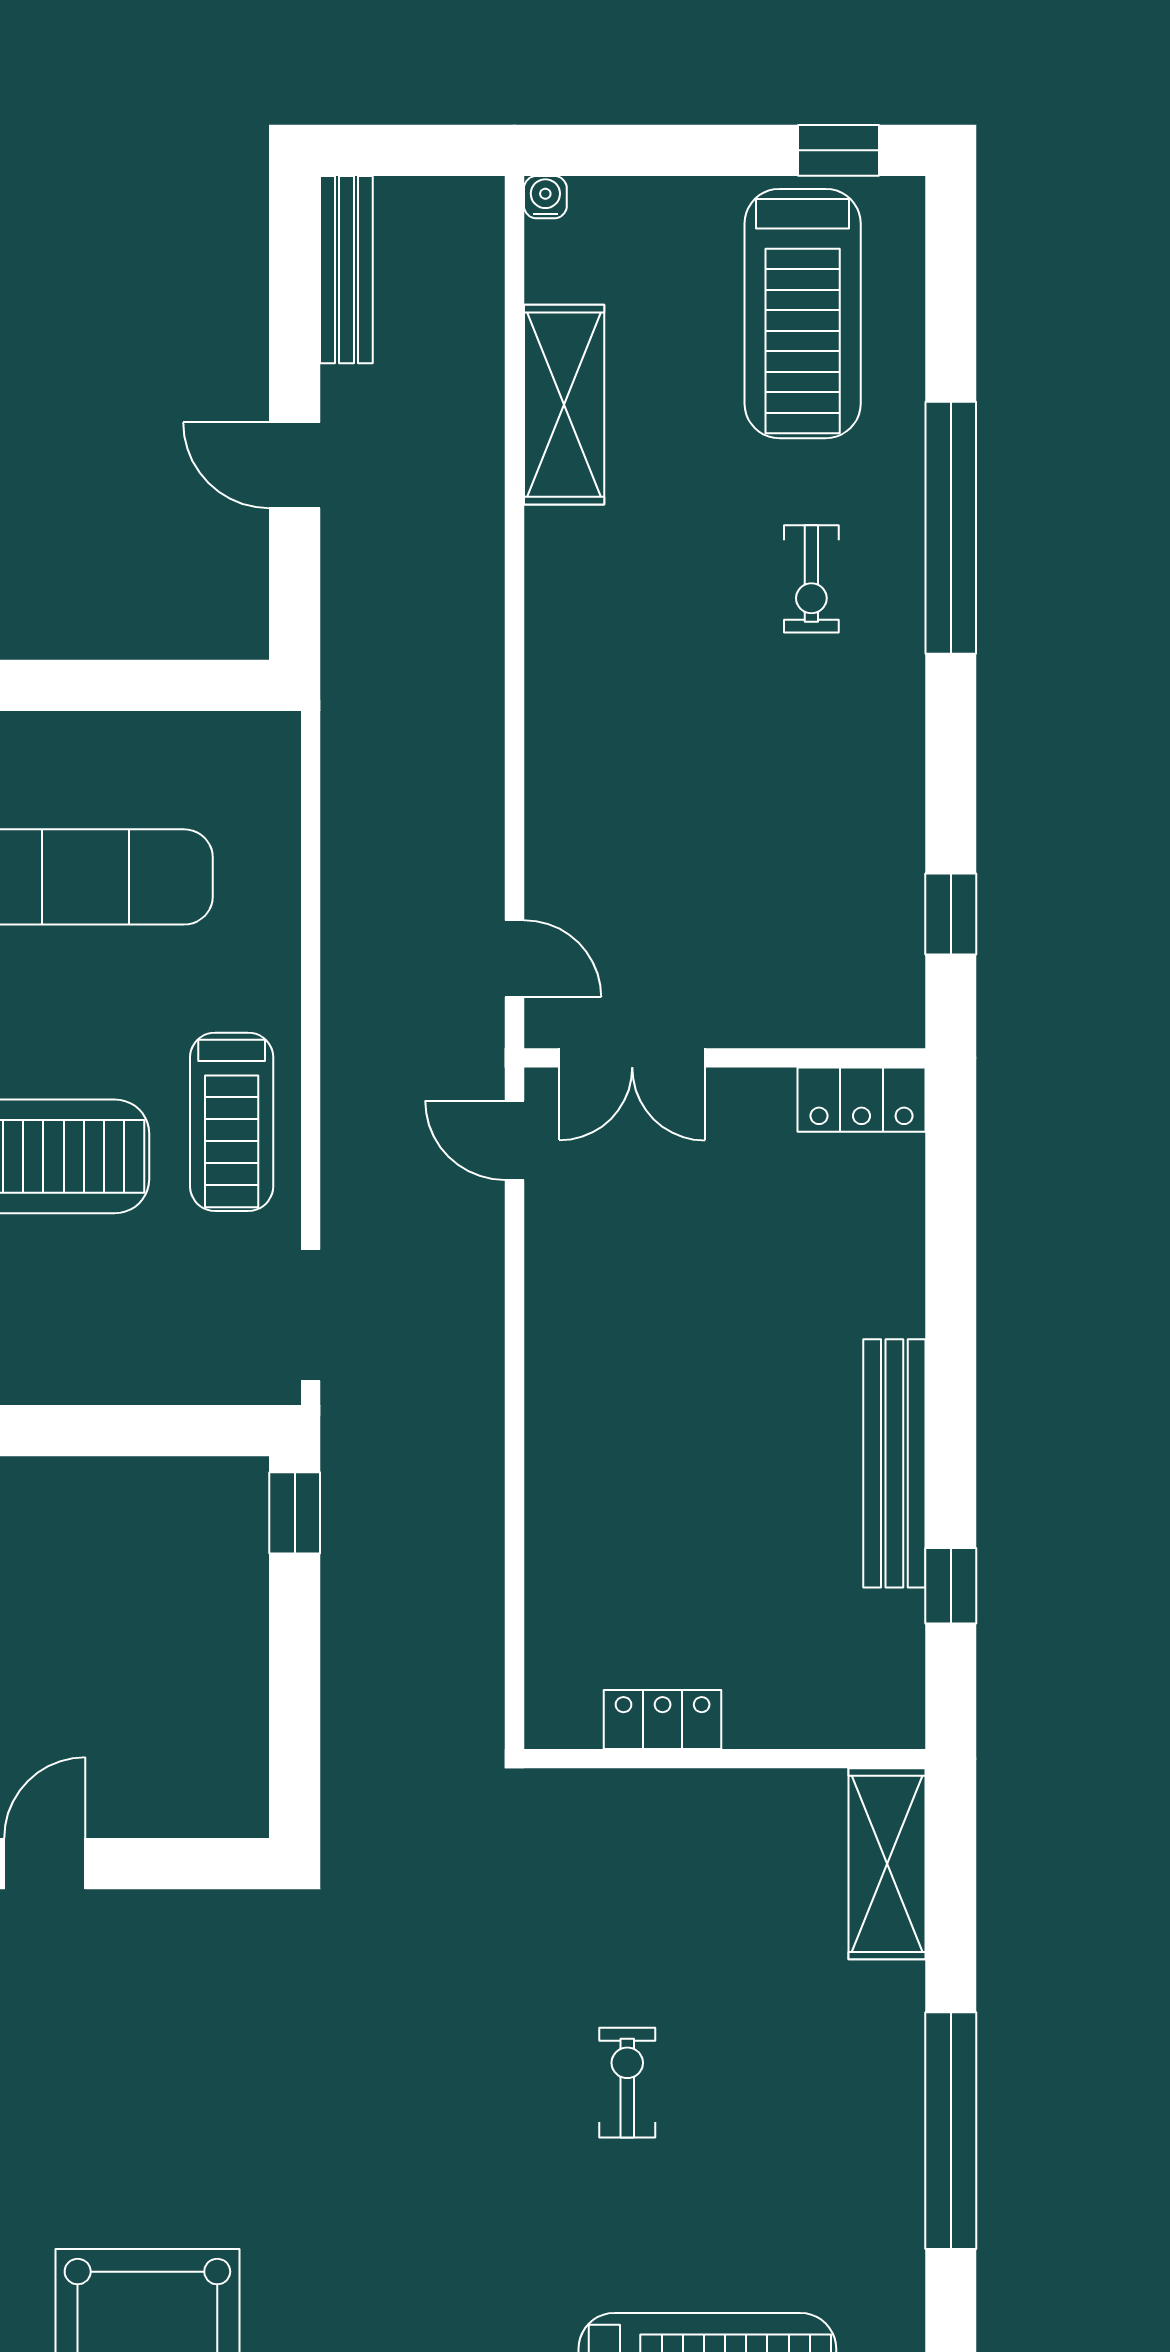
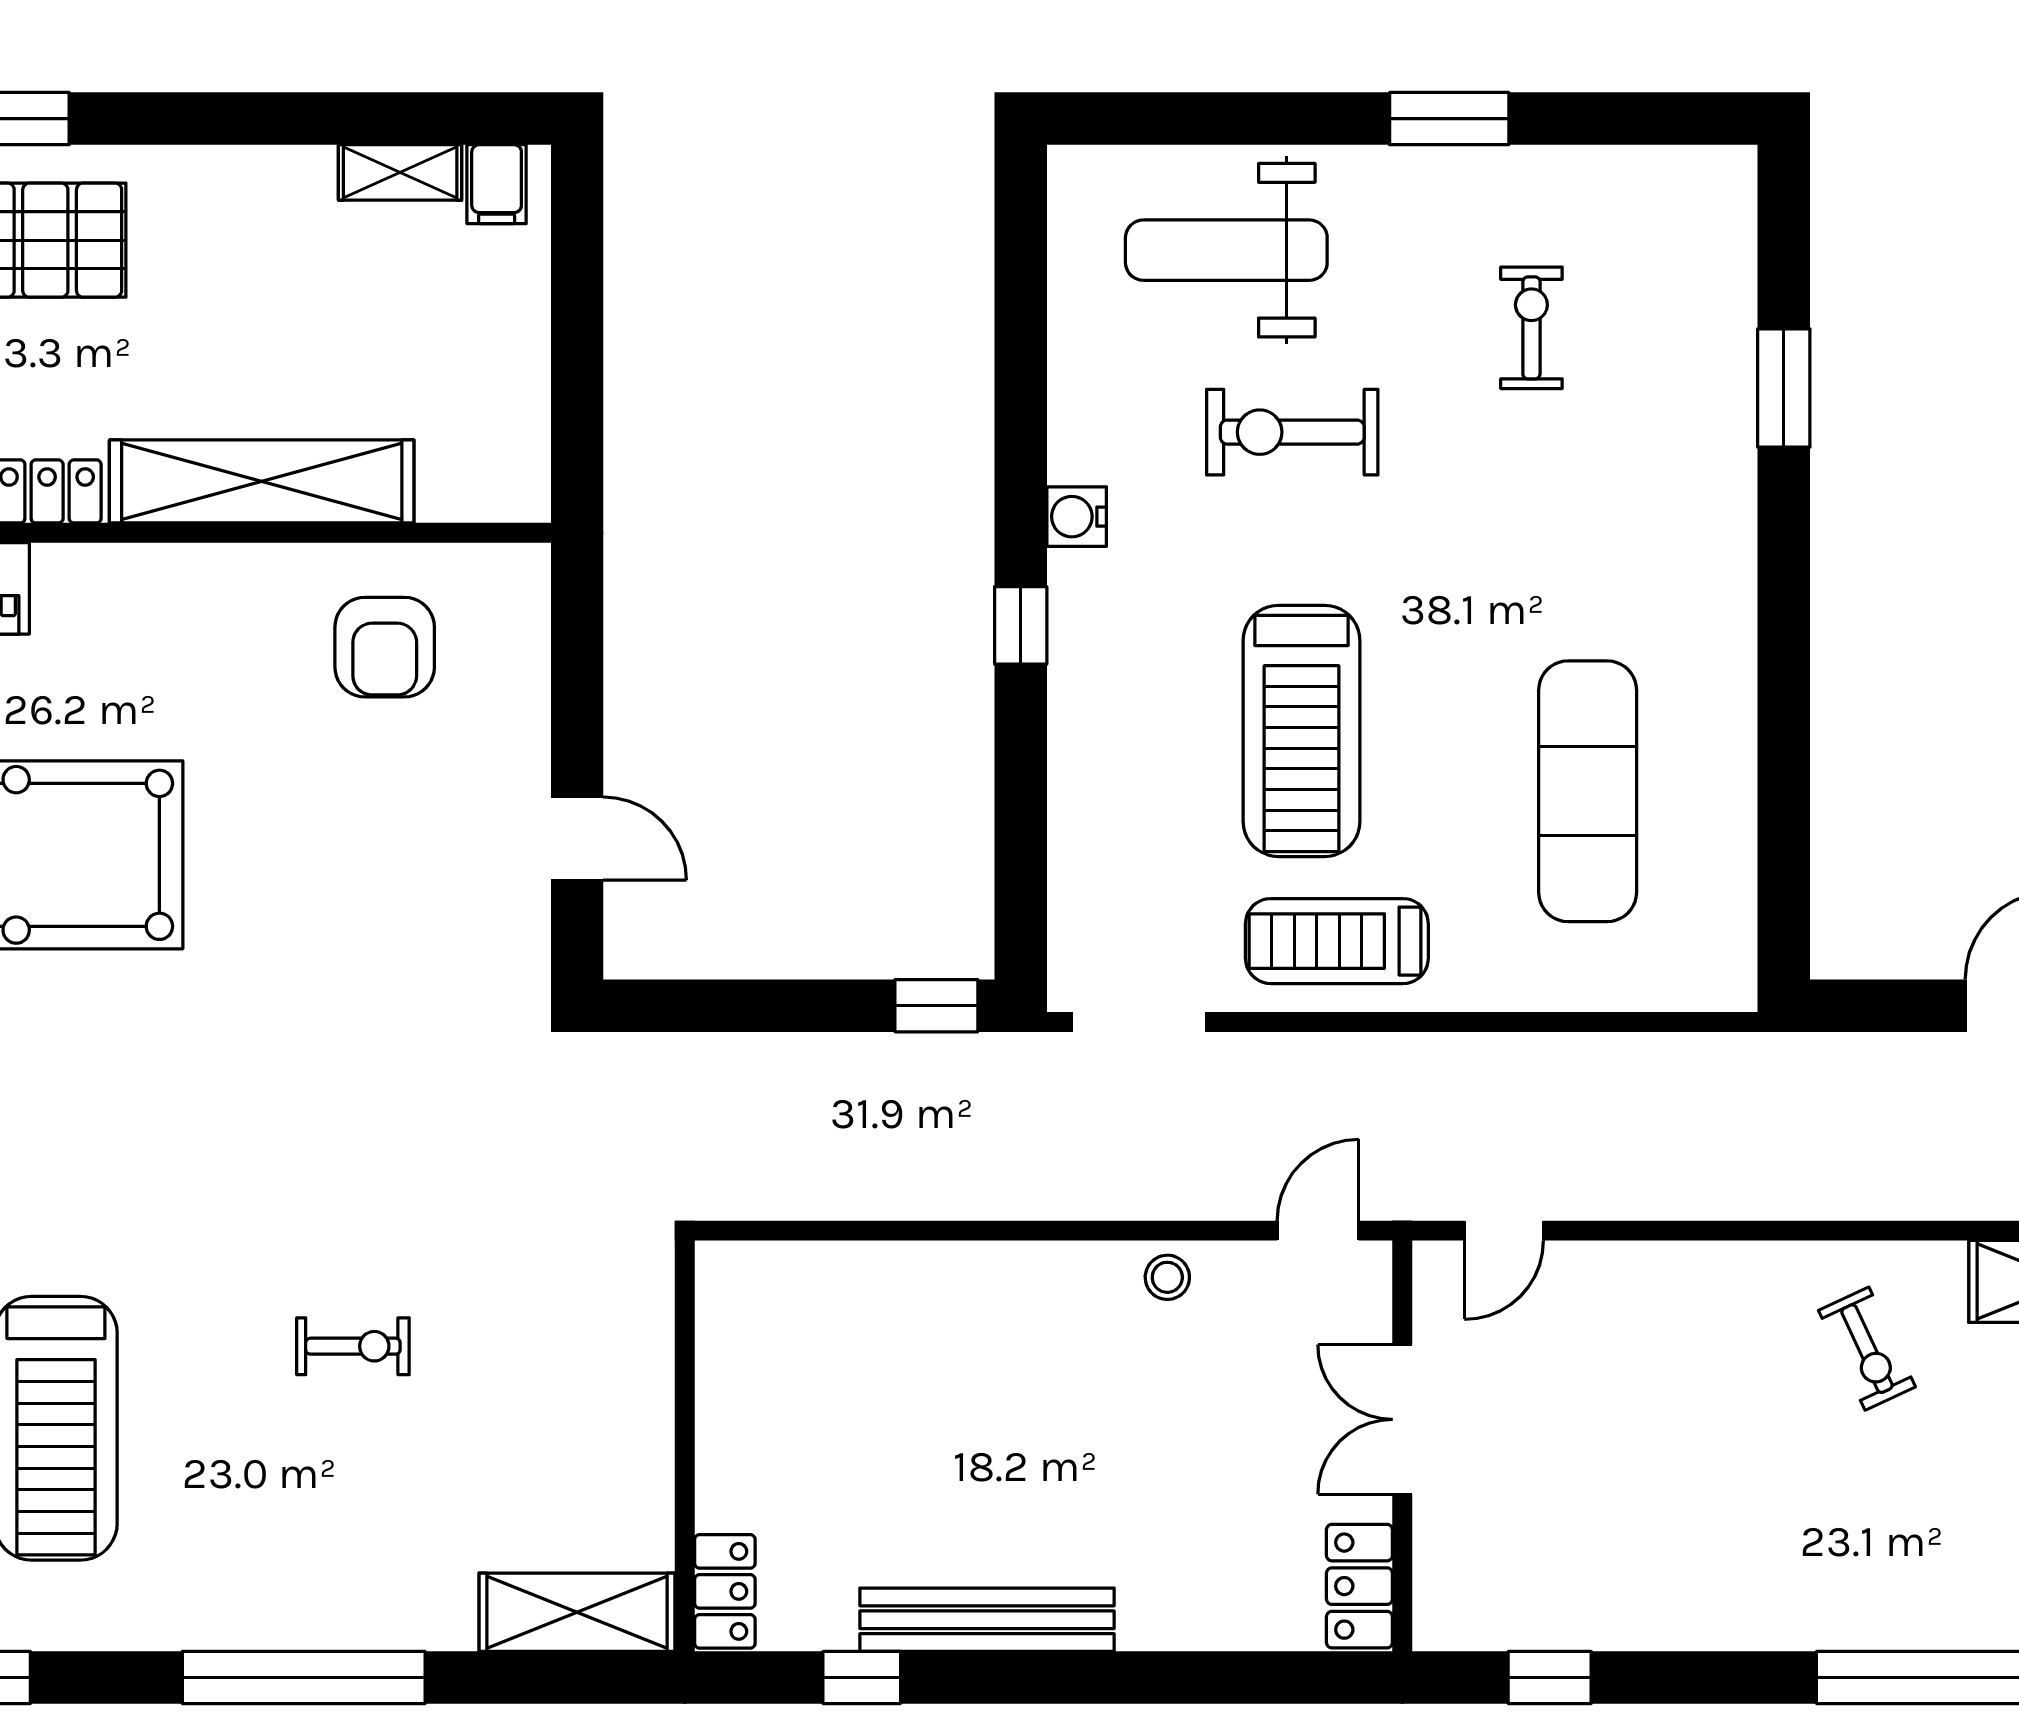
exercise bike: (811, 579) -> (1867, 1349), moved, turned -115
double door: (632, 1058) -> (1402, 1419), moved
stool: (560, 1287) -> (1167, 1277), added
locker: (663, 1719) -> (725, 1591), moved
door: (45, 1864) -> (577, 839), moved

